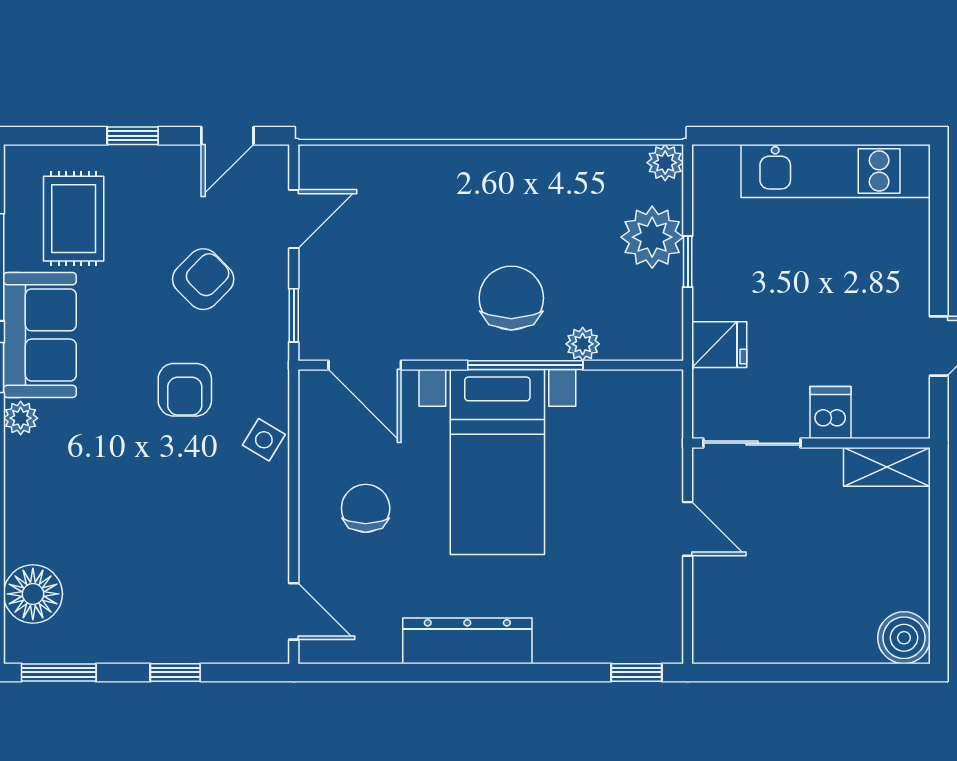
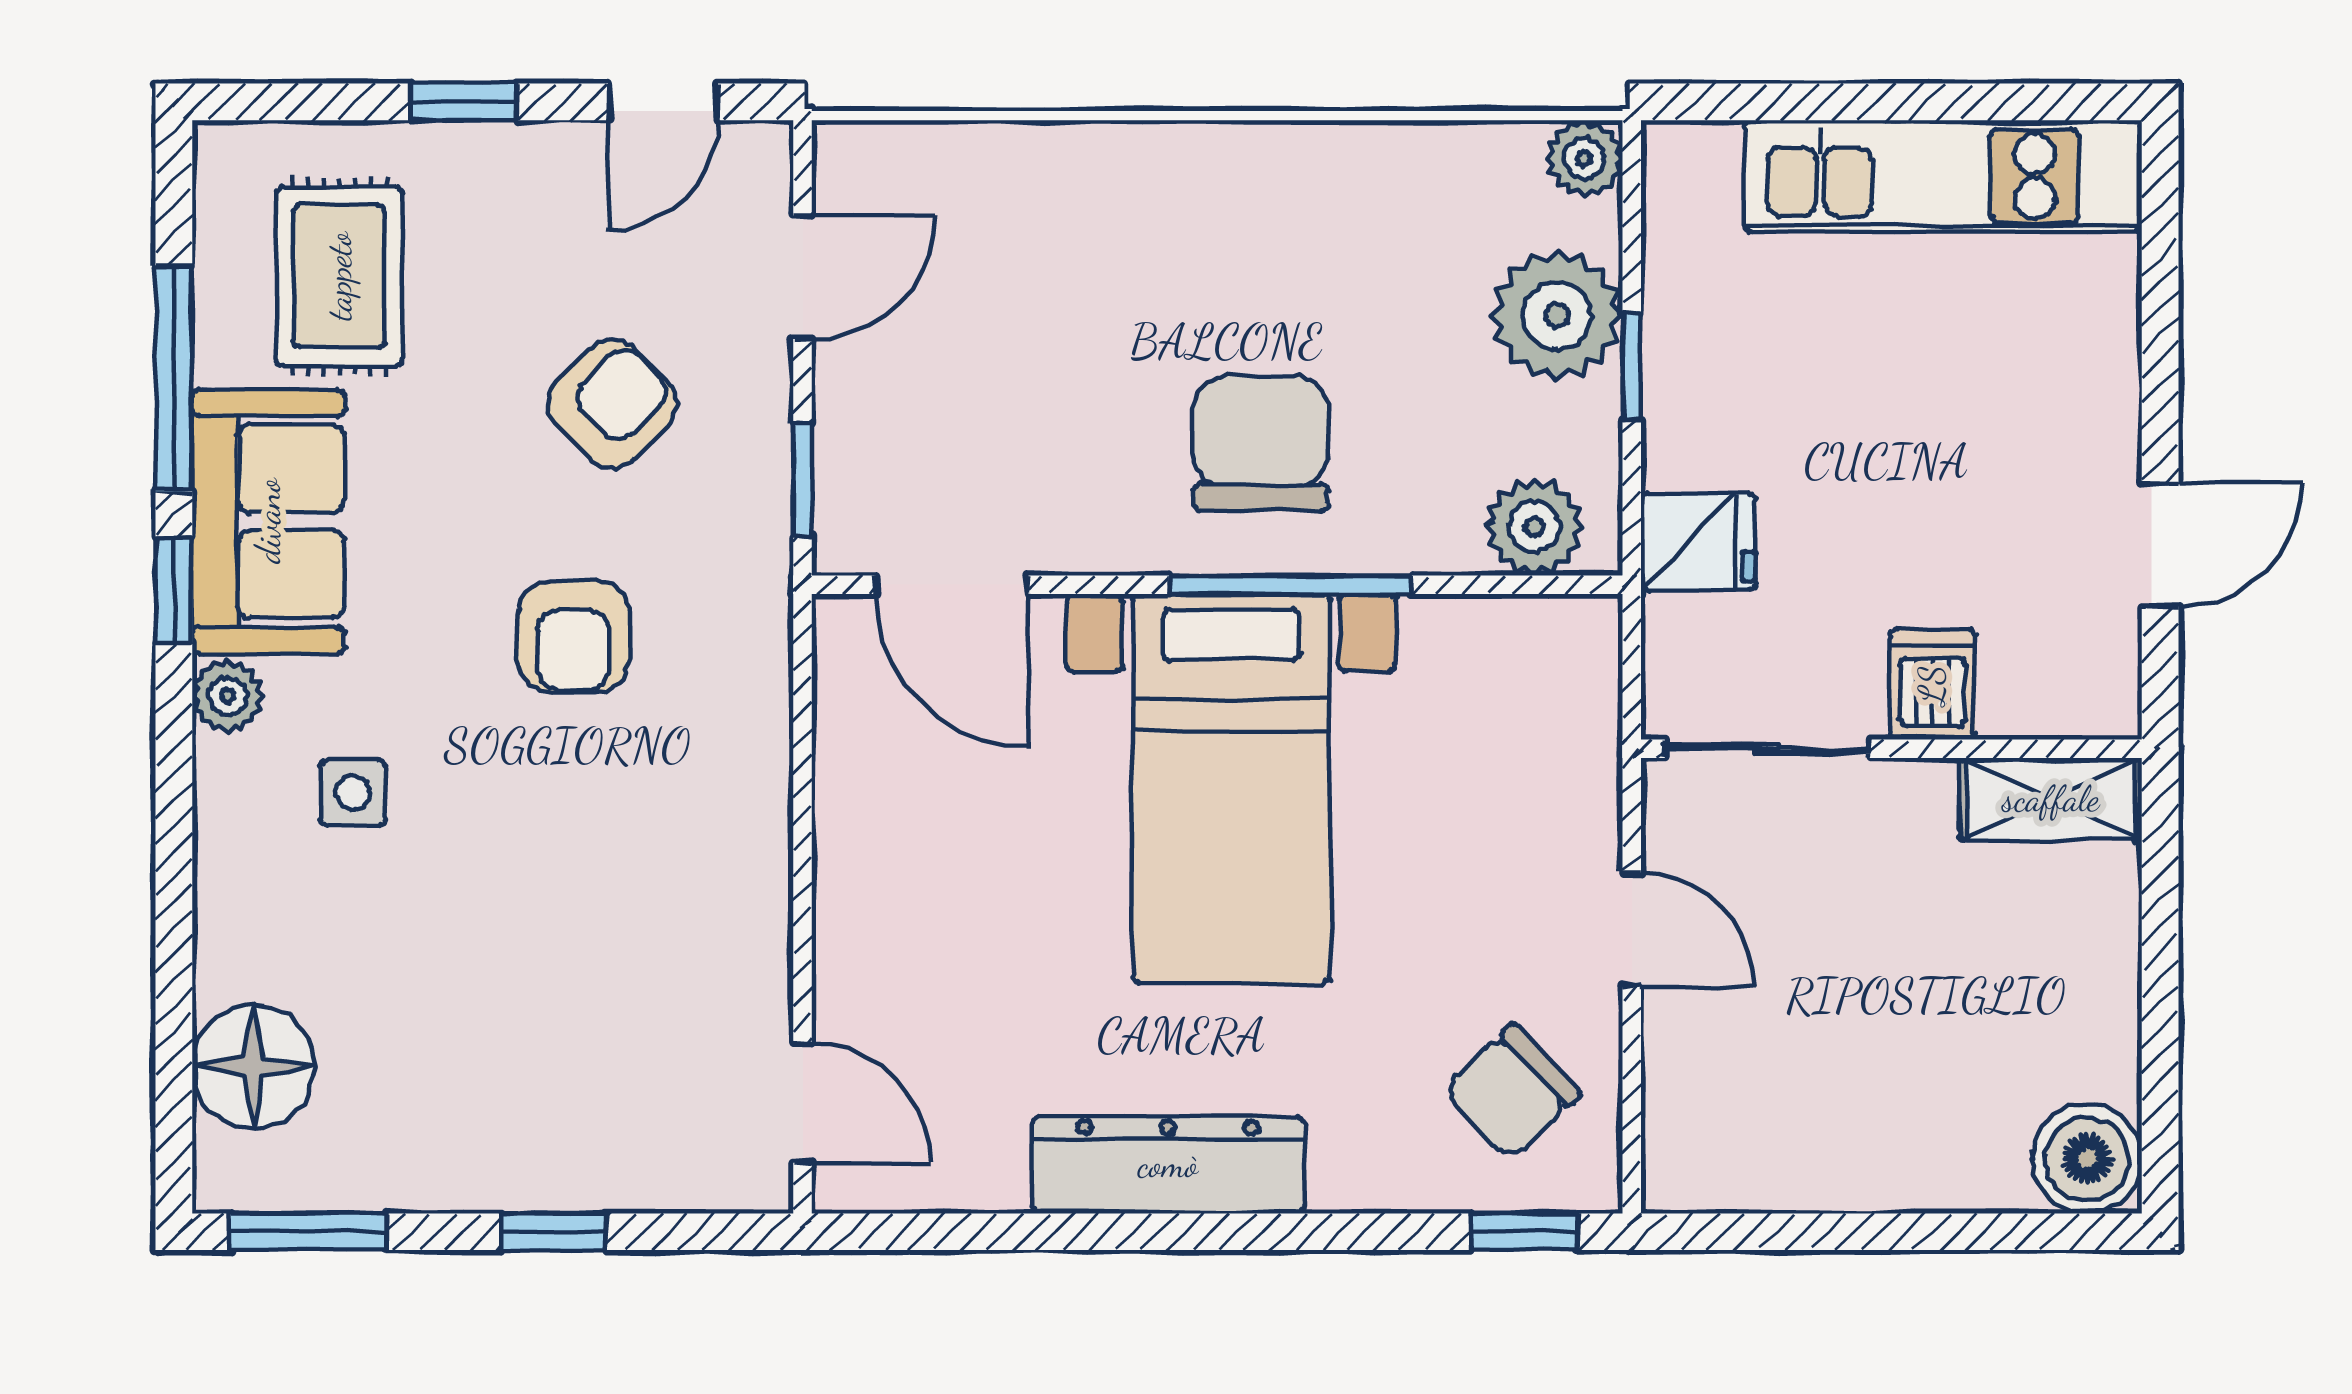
plant: (583, 344) -> (1534, 527), moved, width x1.38, depth x1.38
side table: (264, 440) -> (353, 793), moved, turned -31
chair: (366, 508) -> (1512, 1092), moved, turned -133

